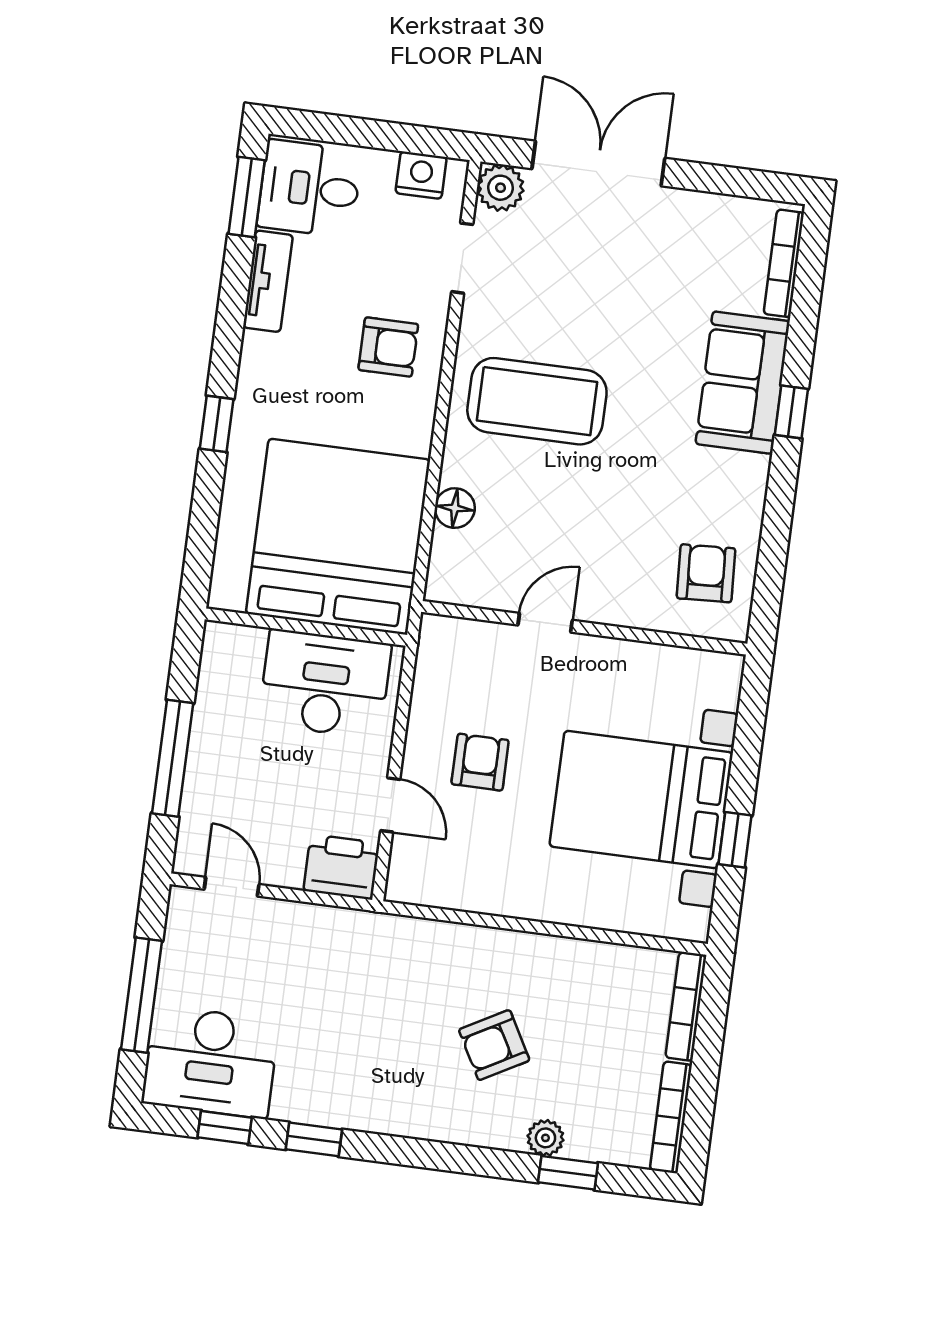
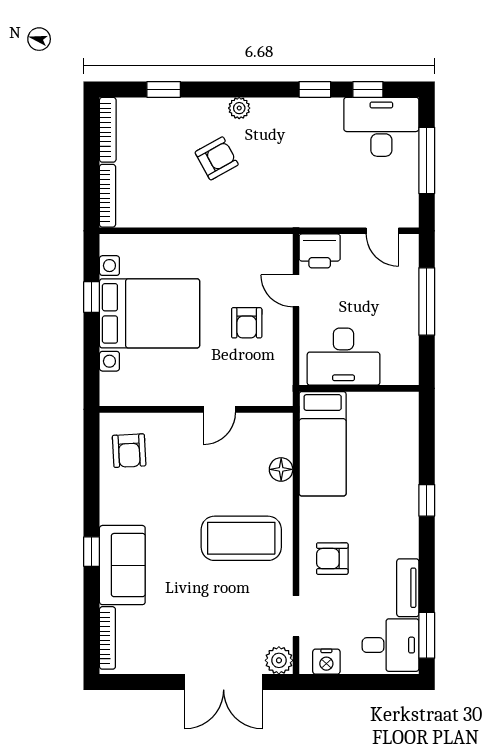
bed: (338, 537) -> (323, 444), width x0.49
plant: (545, 1138) -> (239, 108), moved

